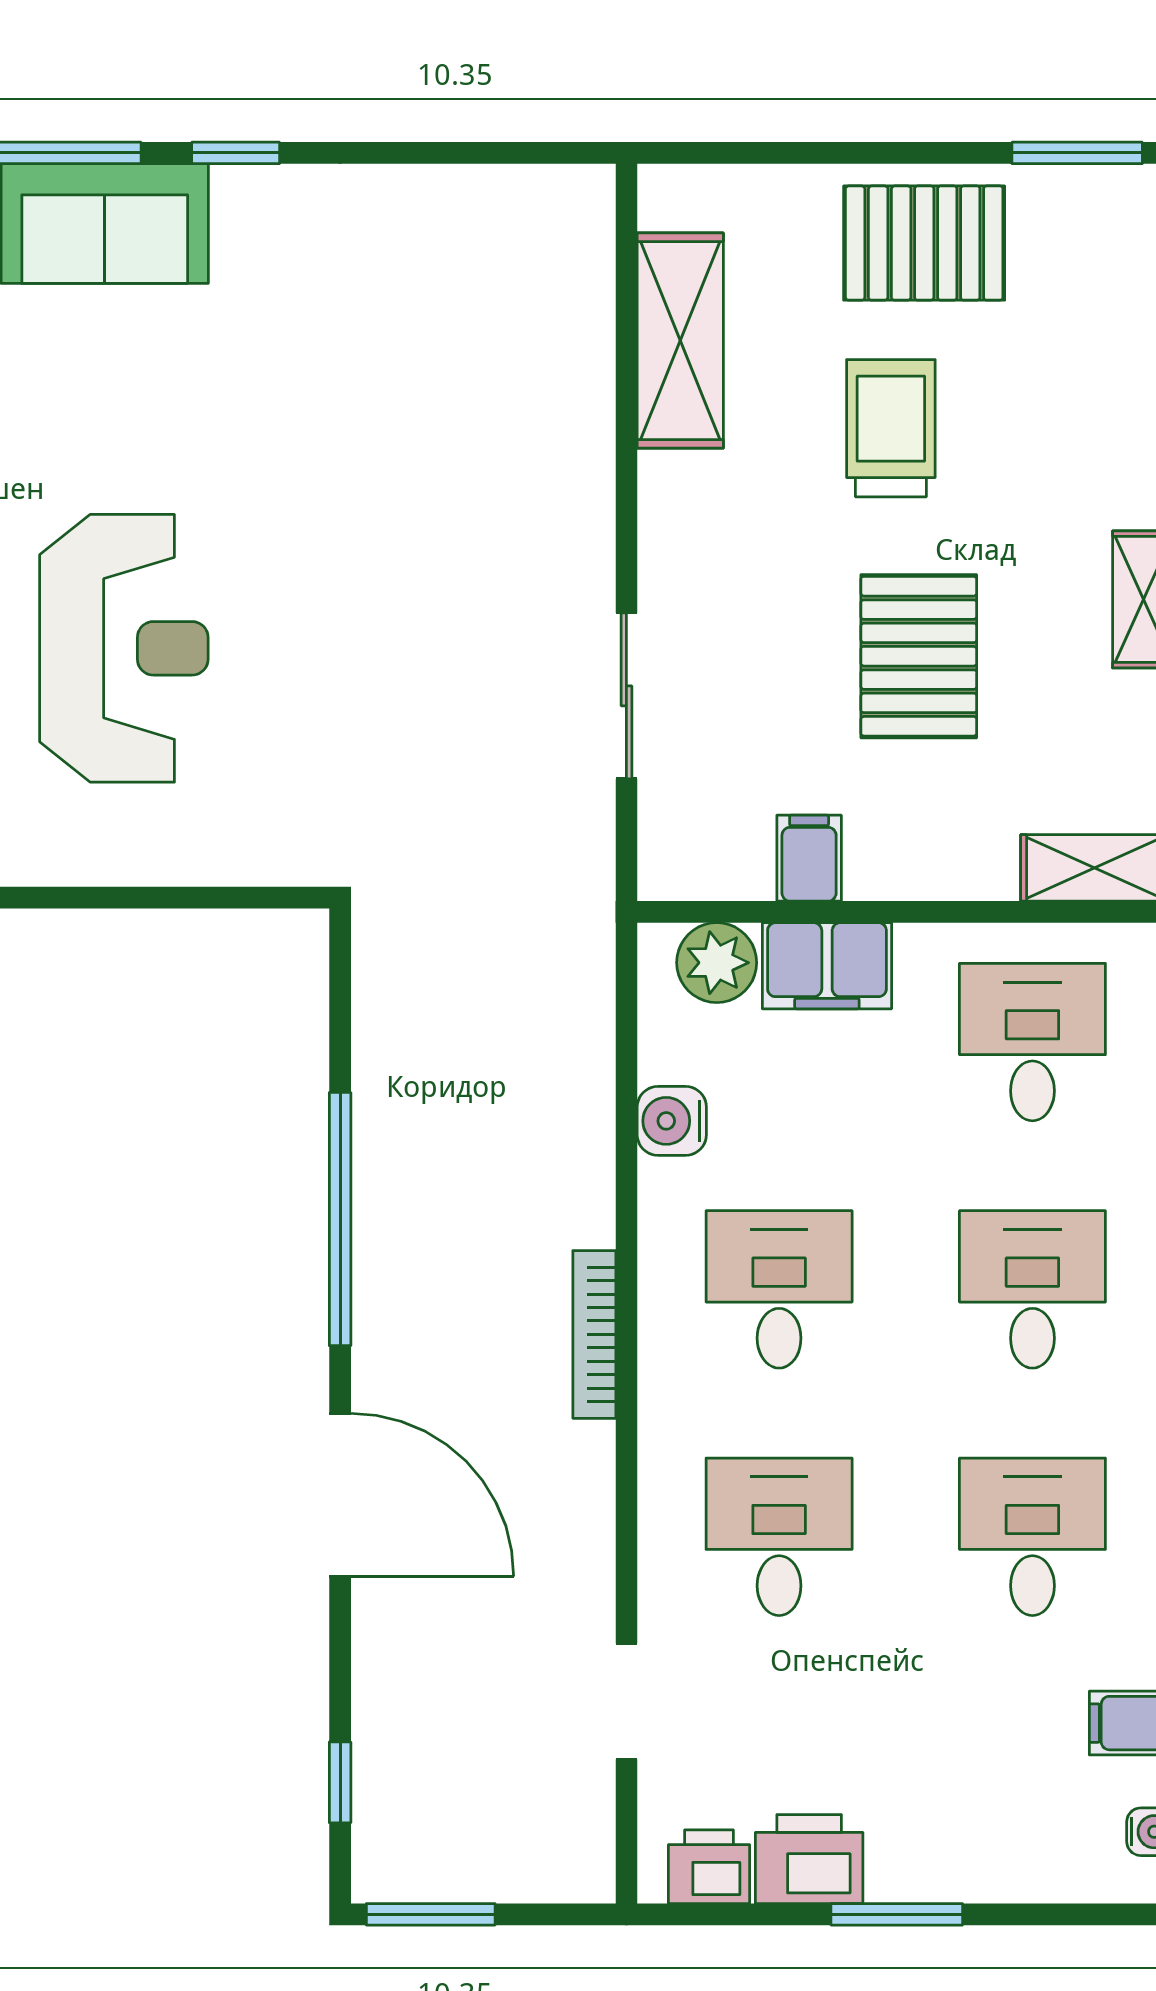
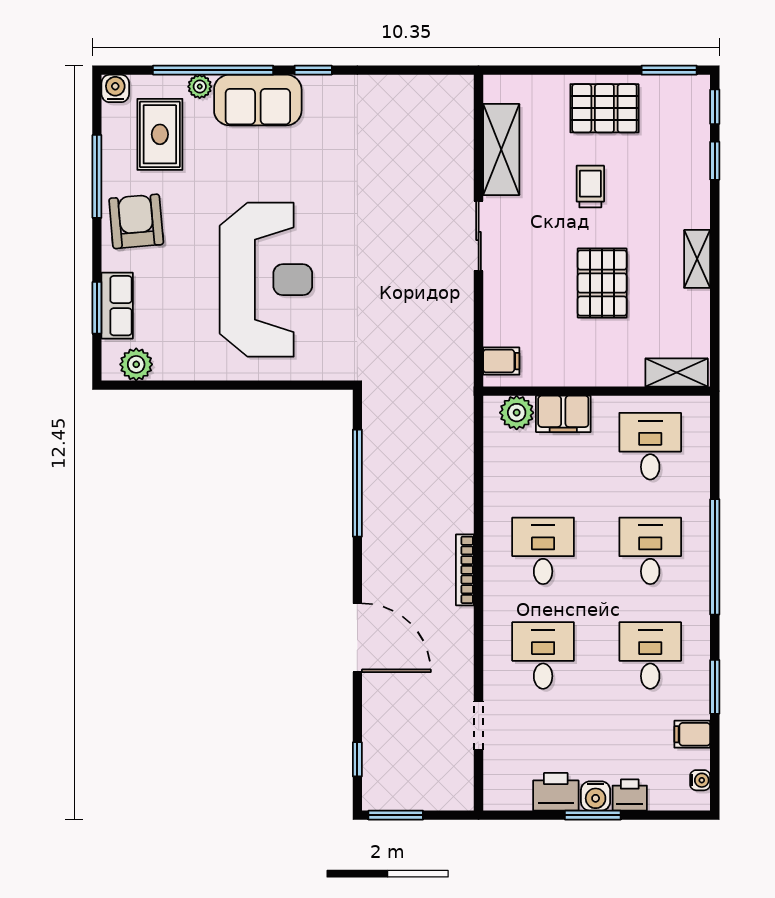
trolley: (891, 428) -> (590, 187), width x0.73, depth x0.72
reception desk: (124, 648) -> (266, 280), width x1.36, depth x1.30
sliding door: (626, 696) -> (479, 236), moved
filing cabinet: (809, 858) -> (501, 361), moved, turned 90
water cooler: (672, 1121) -> (596, 796), moved, turned -90
window: (340, 1219) -> (357, 483), moved
printer: (709, 1867) -> (630, 795), moved

